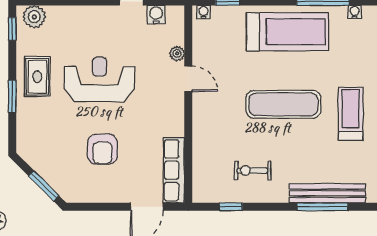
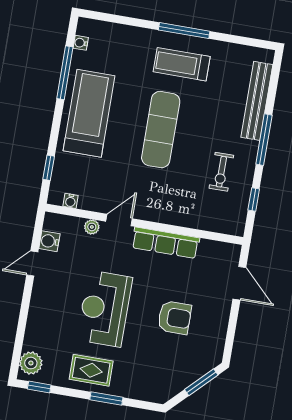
water cooler: (204, 12) -> (71, 201), moved, turned -90
row of seats: (174, 170) -> (166, 243), moved
window: (322, 207) -> (264, 140), moved

